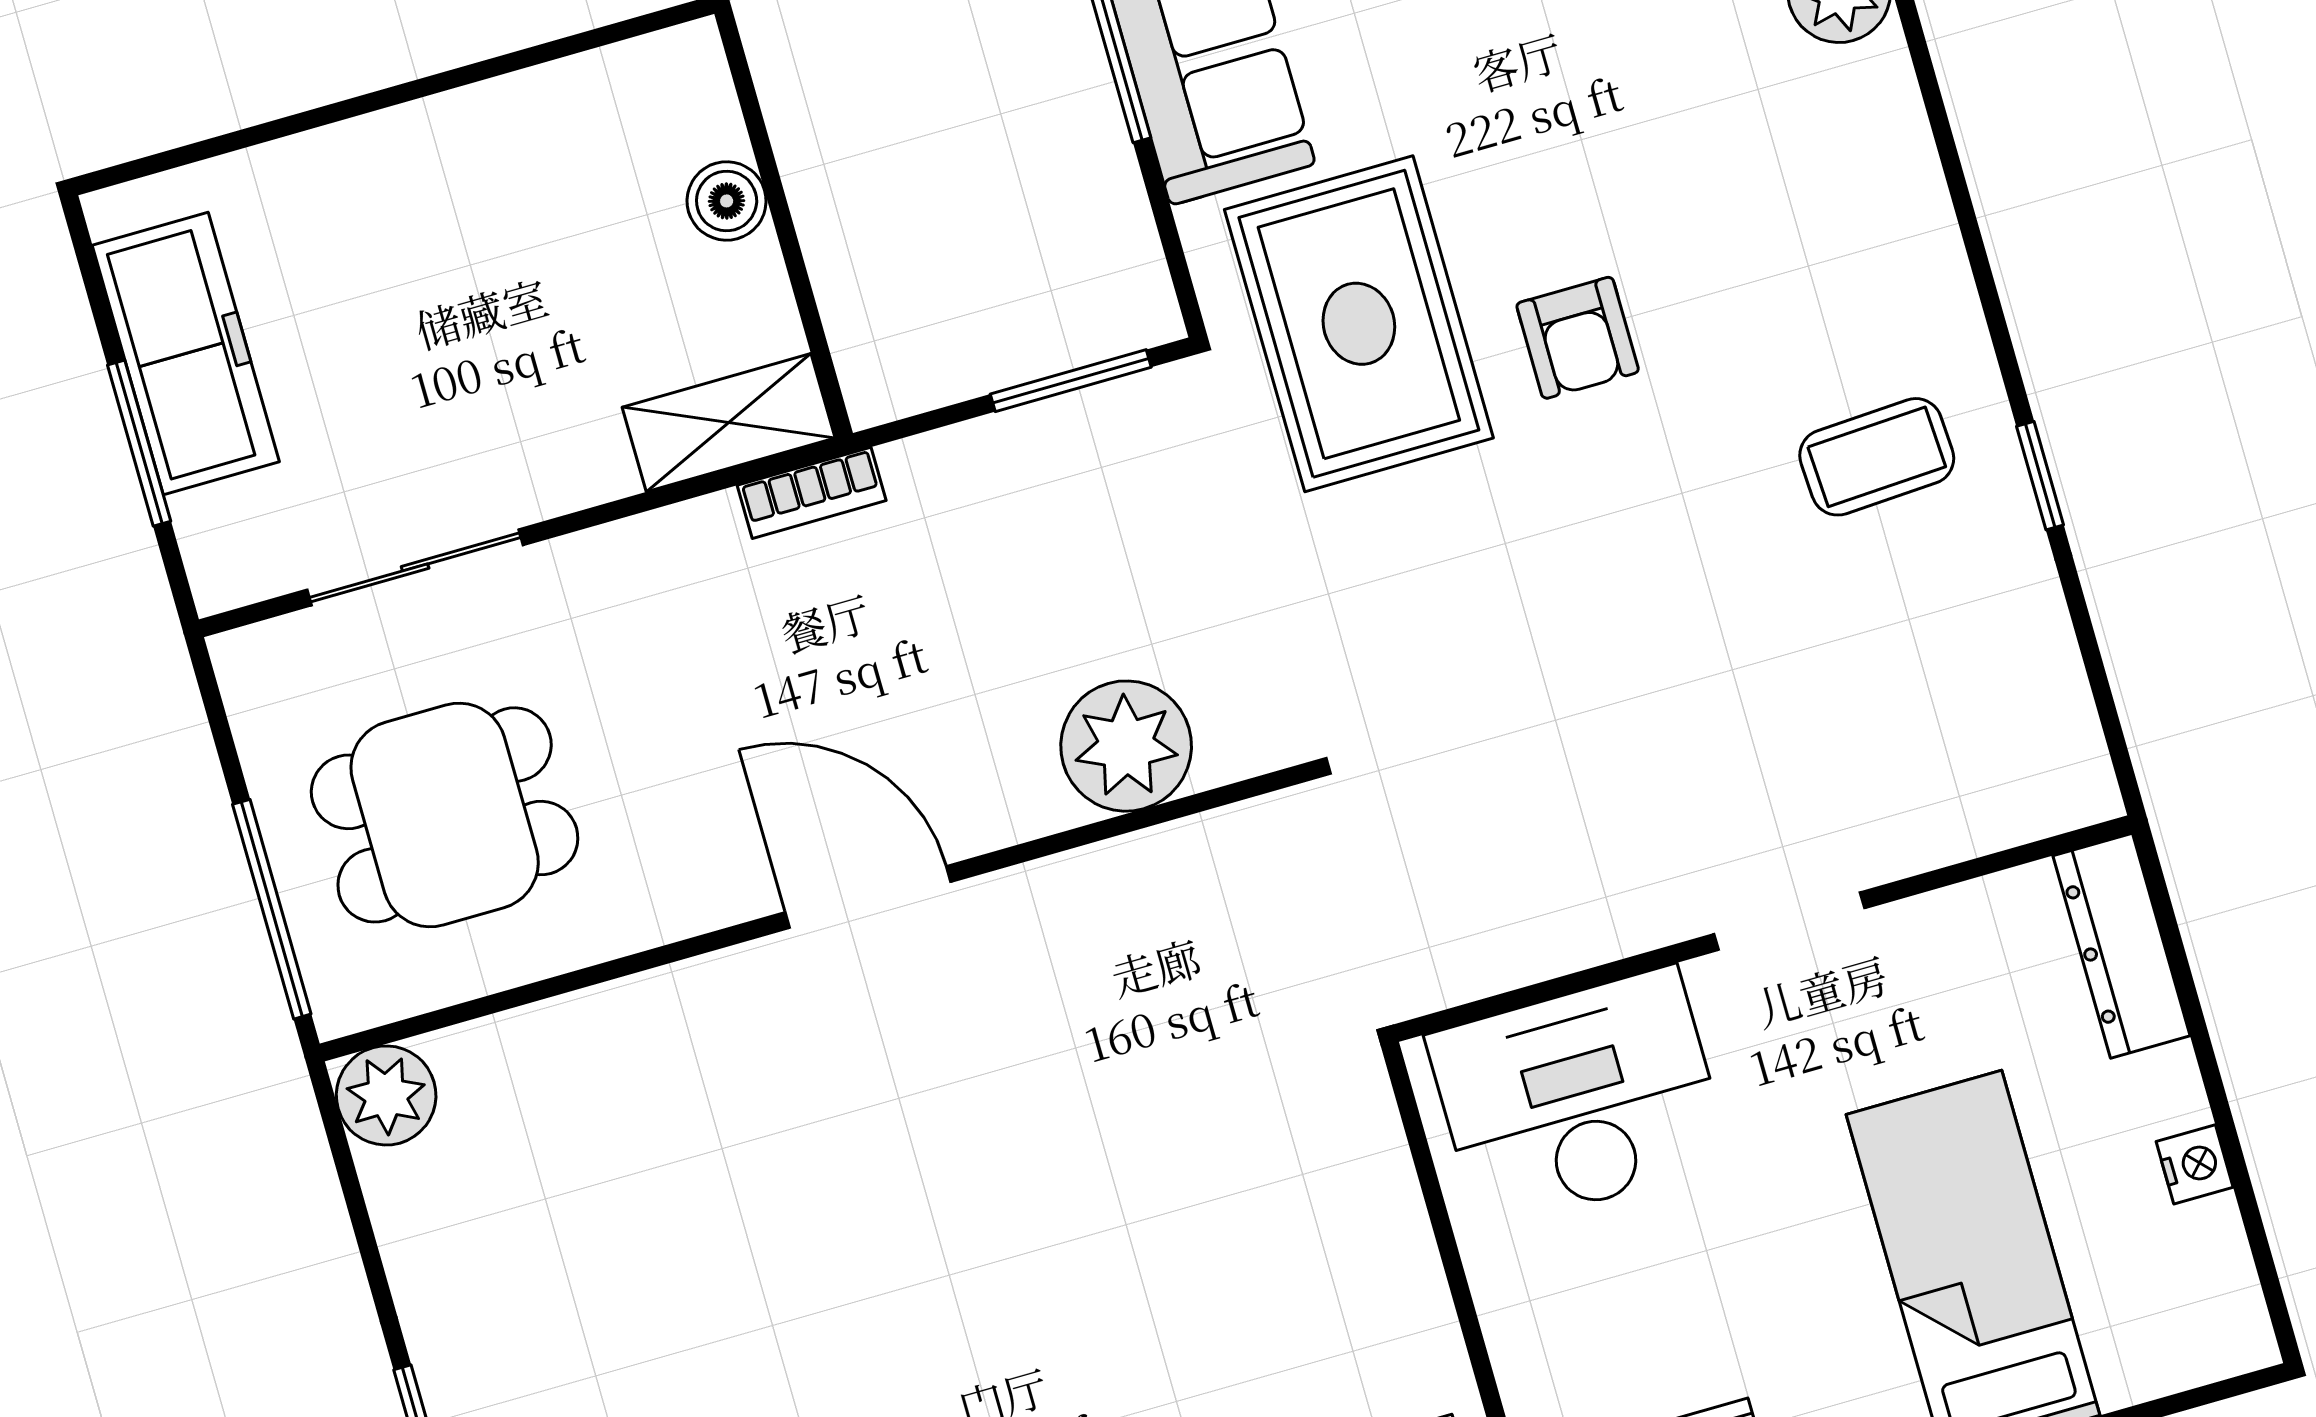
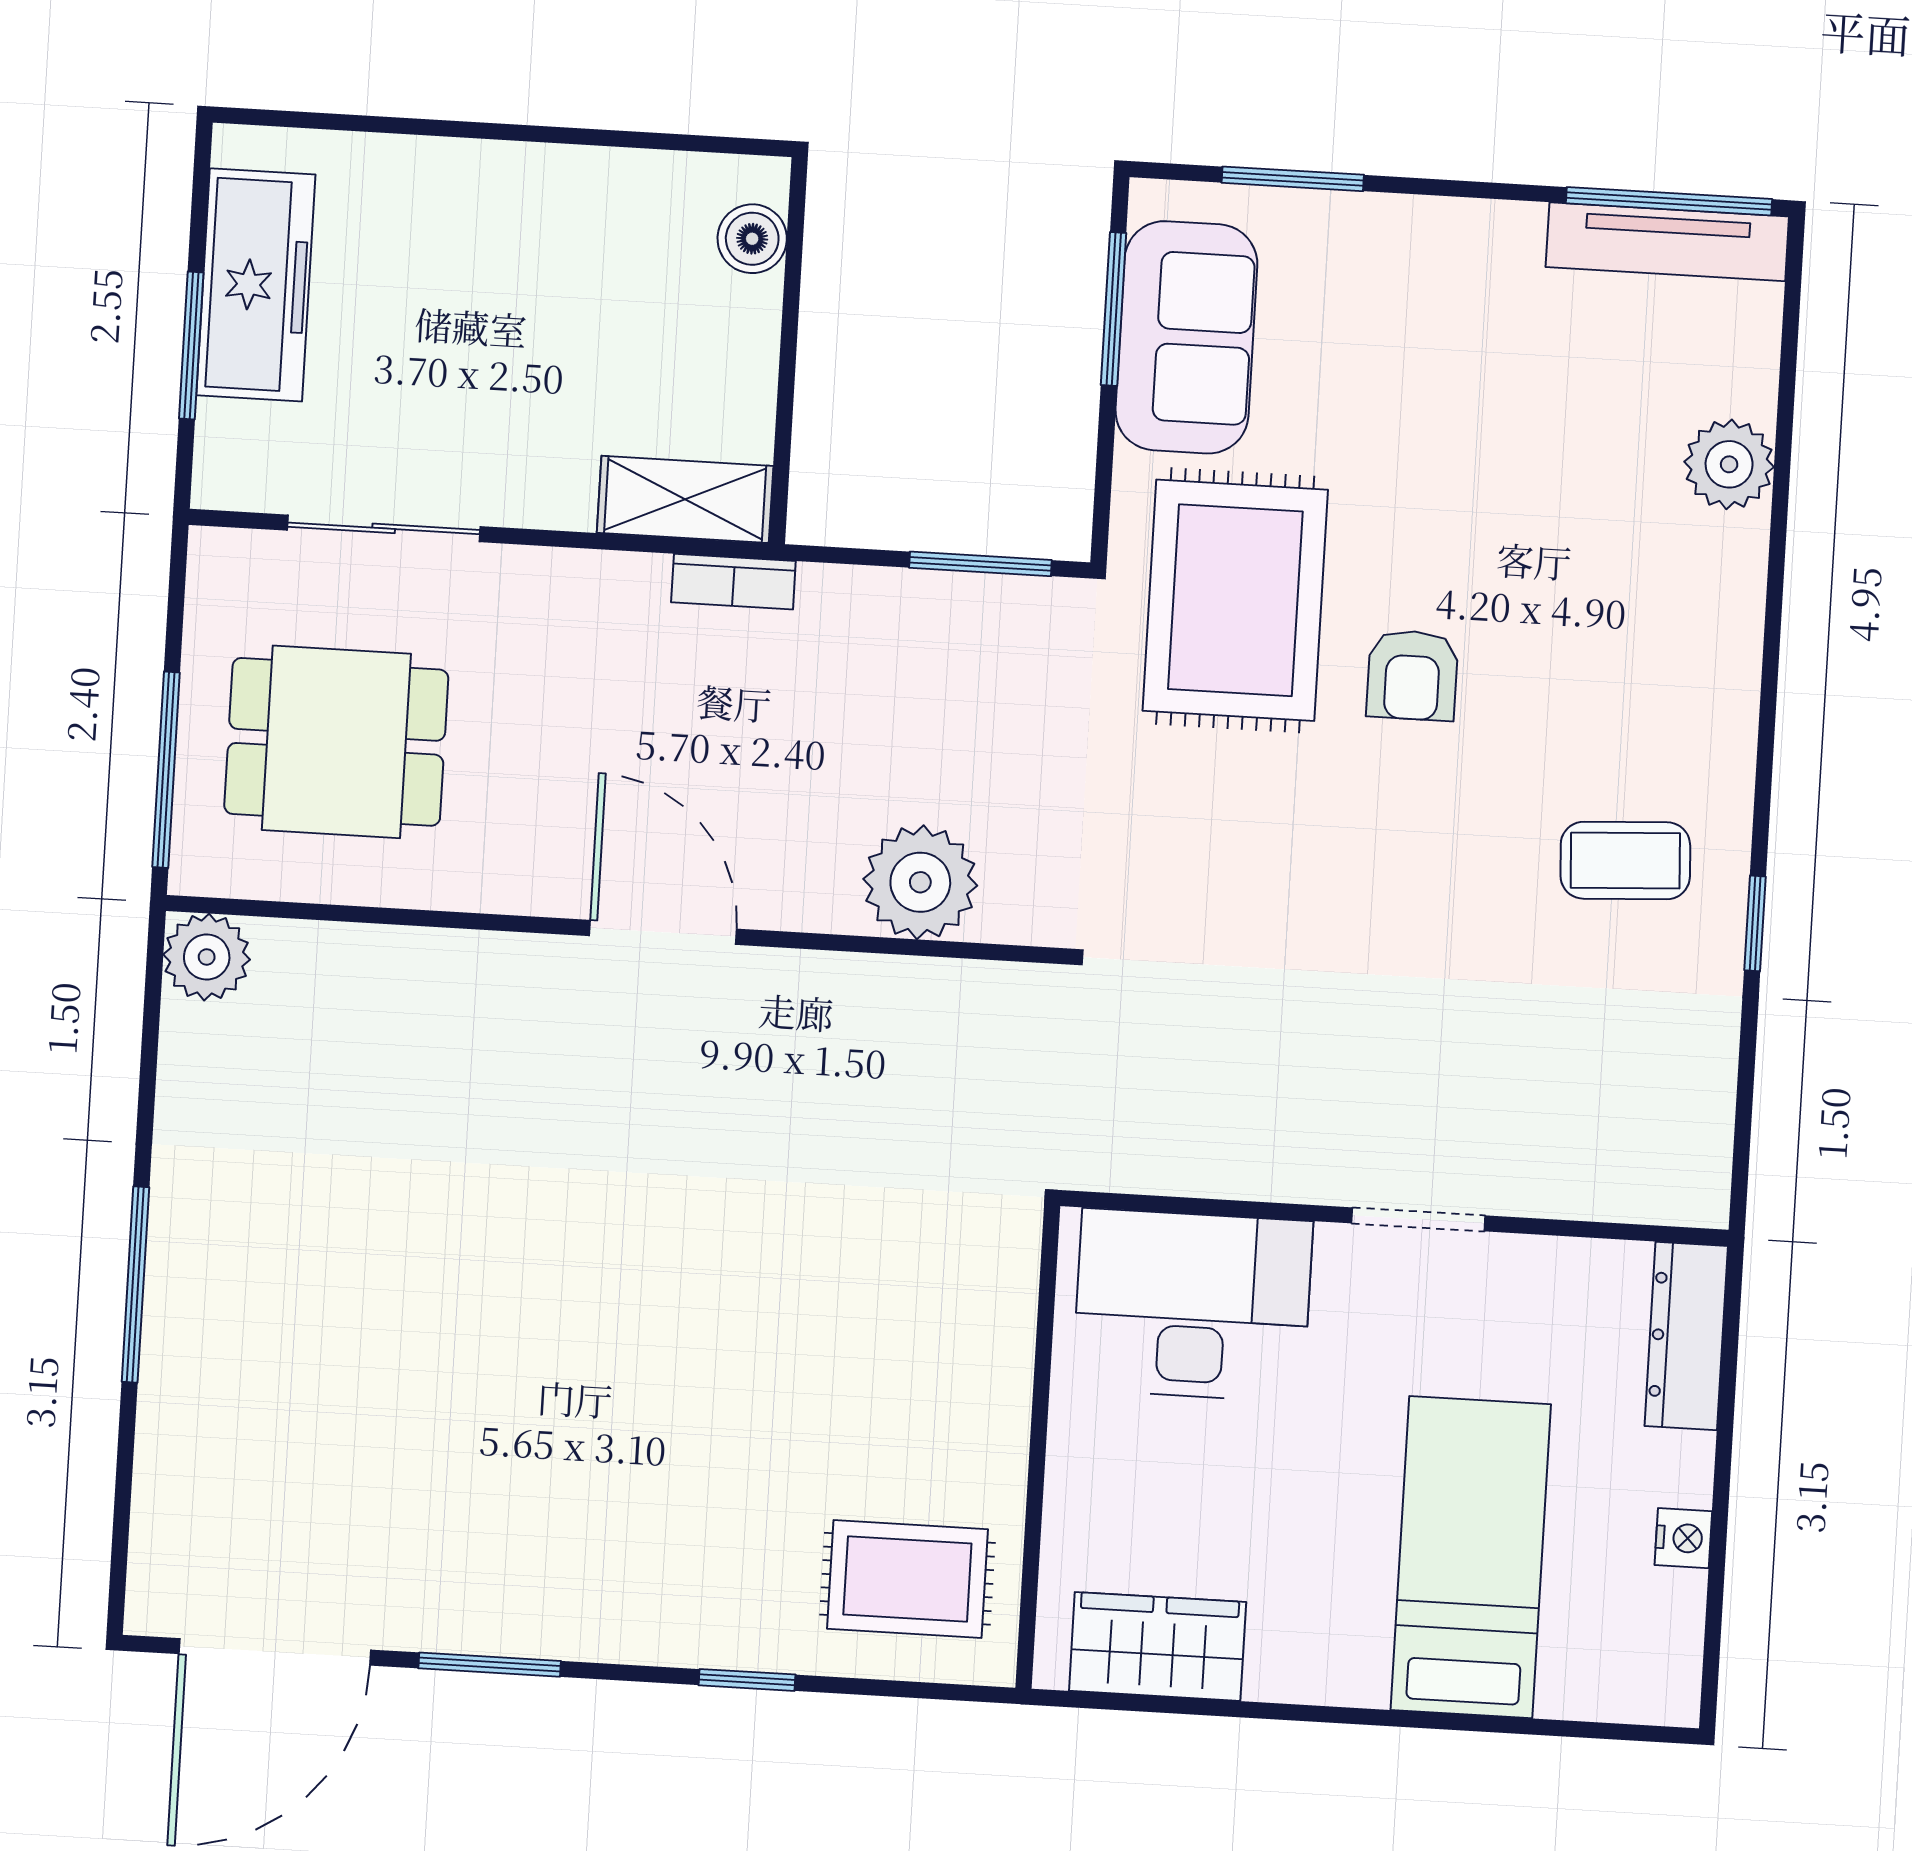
boiler: (727, 201) -> (752, 239), moved

